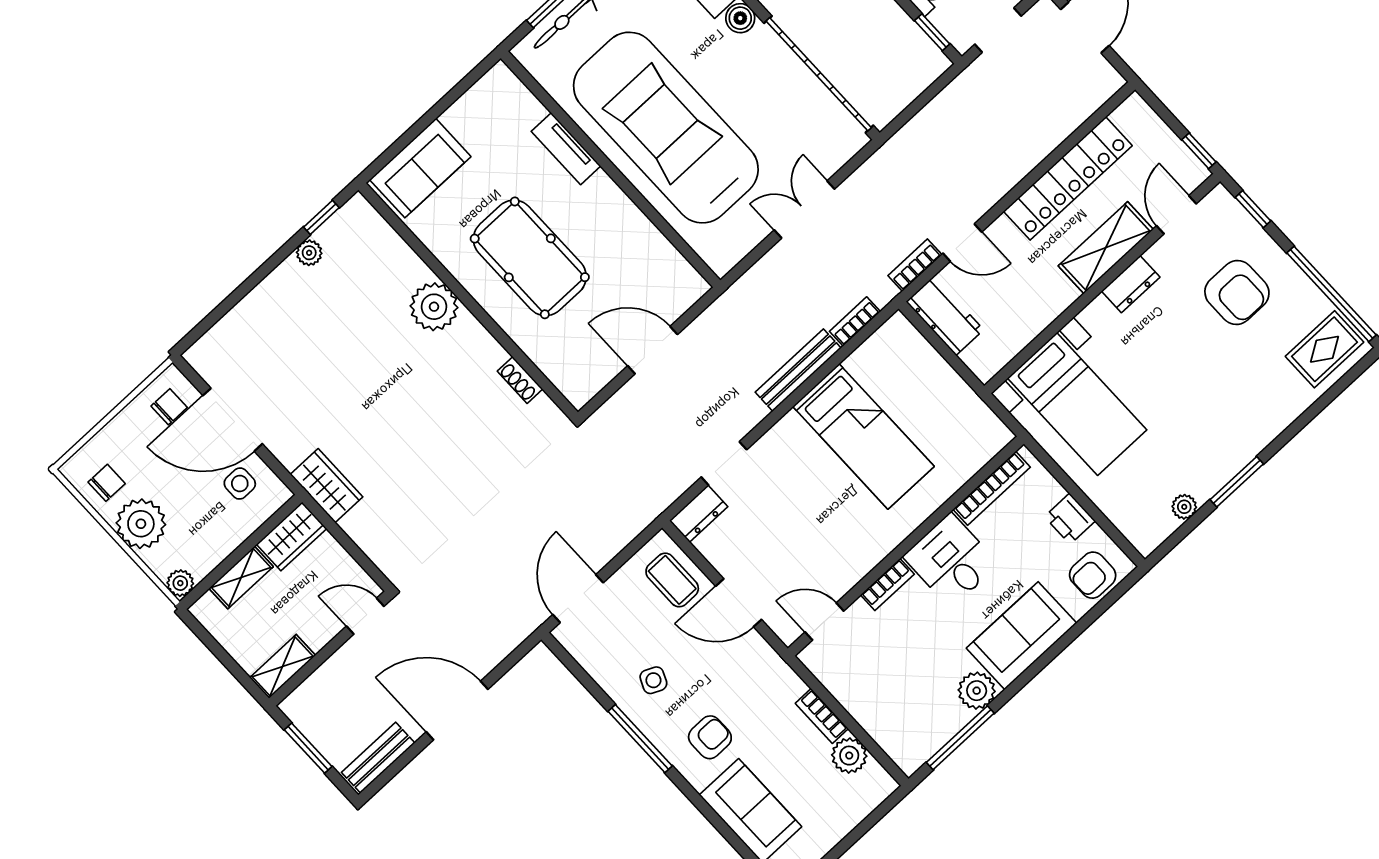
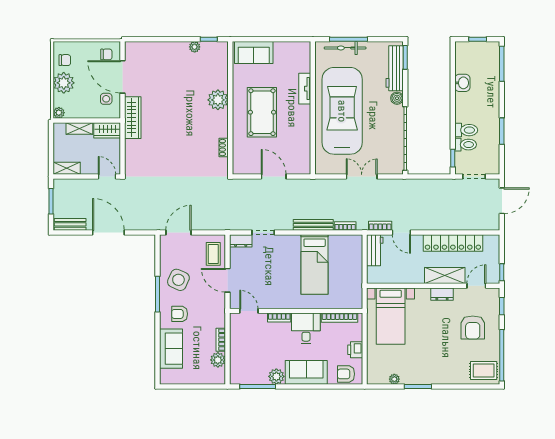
wardrobe: (327, 486) -> (133, 118), width x1.50
side table: (653, 680) -> (178, 280), width x1.87, depth x1.87
armchair: (710, 737) -> (180, 314), turned 180

